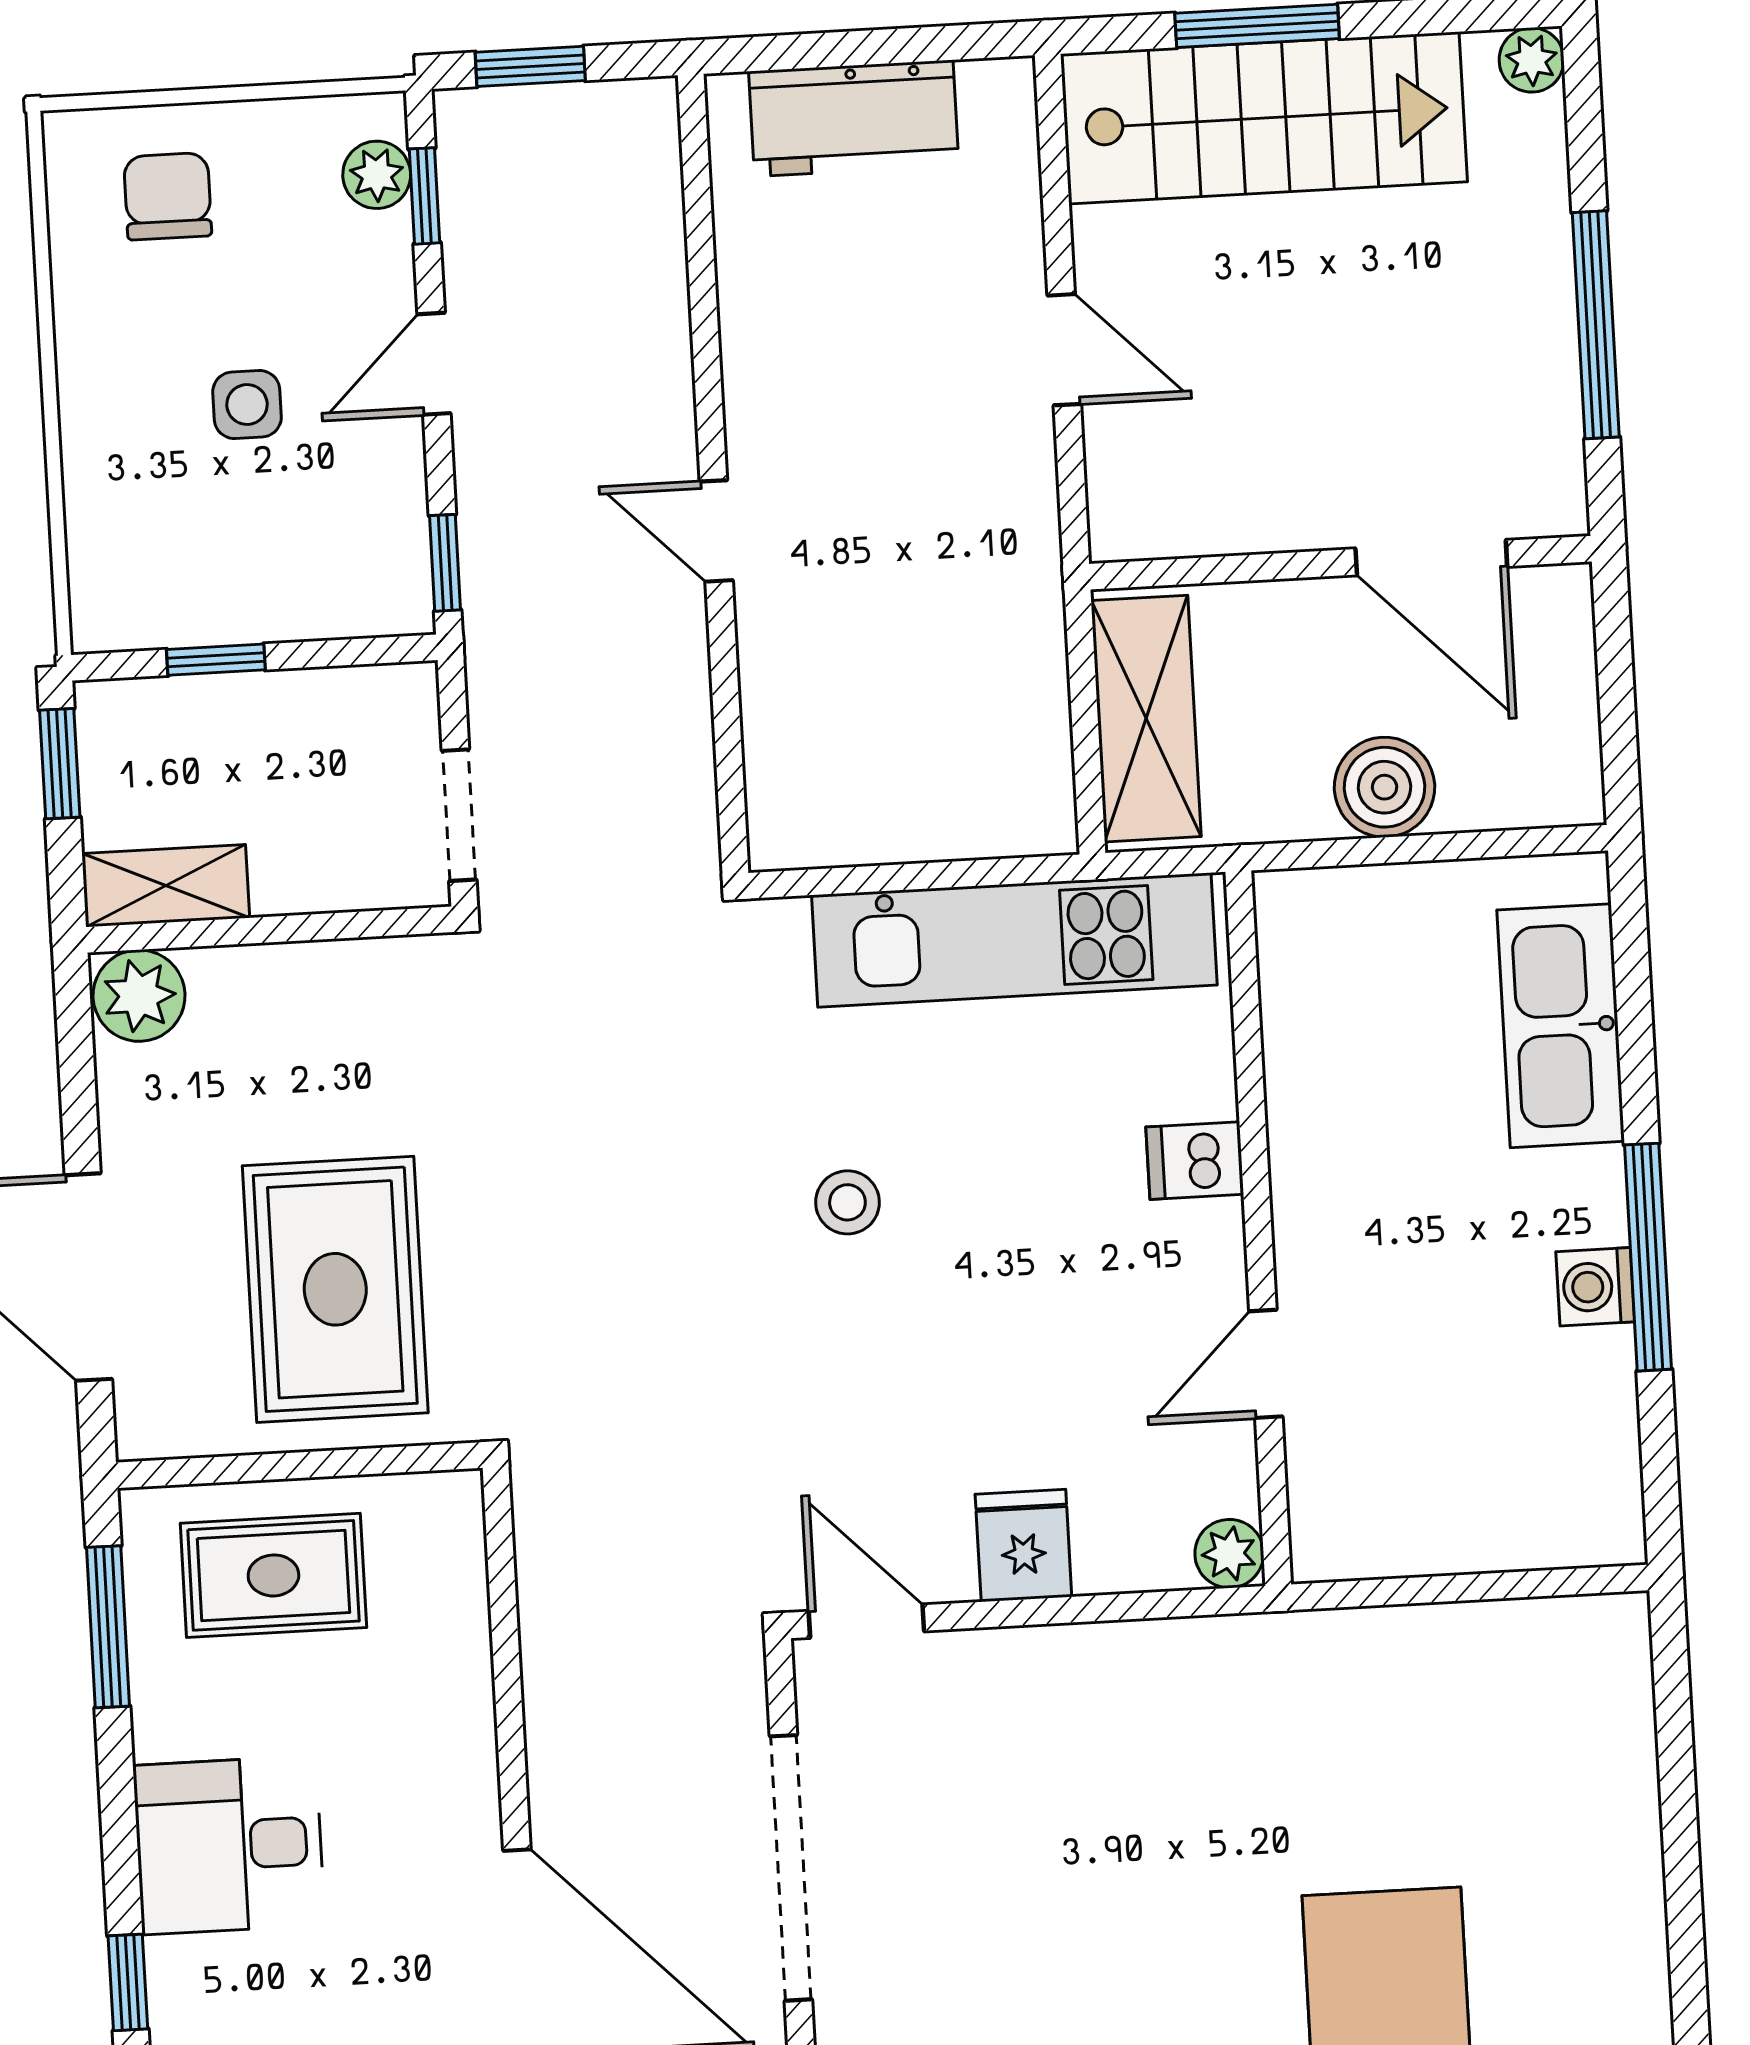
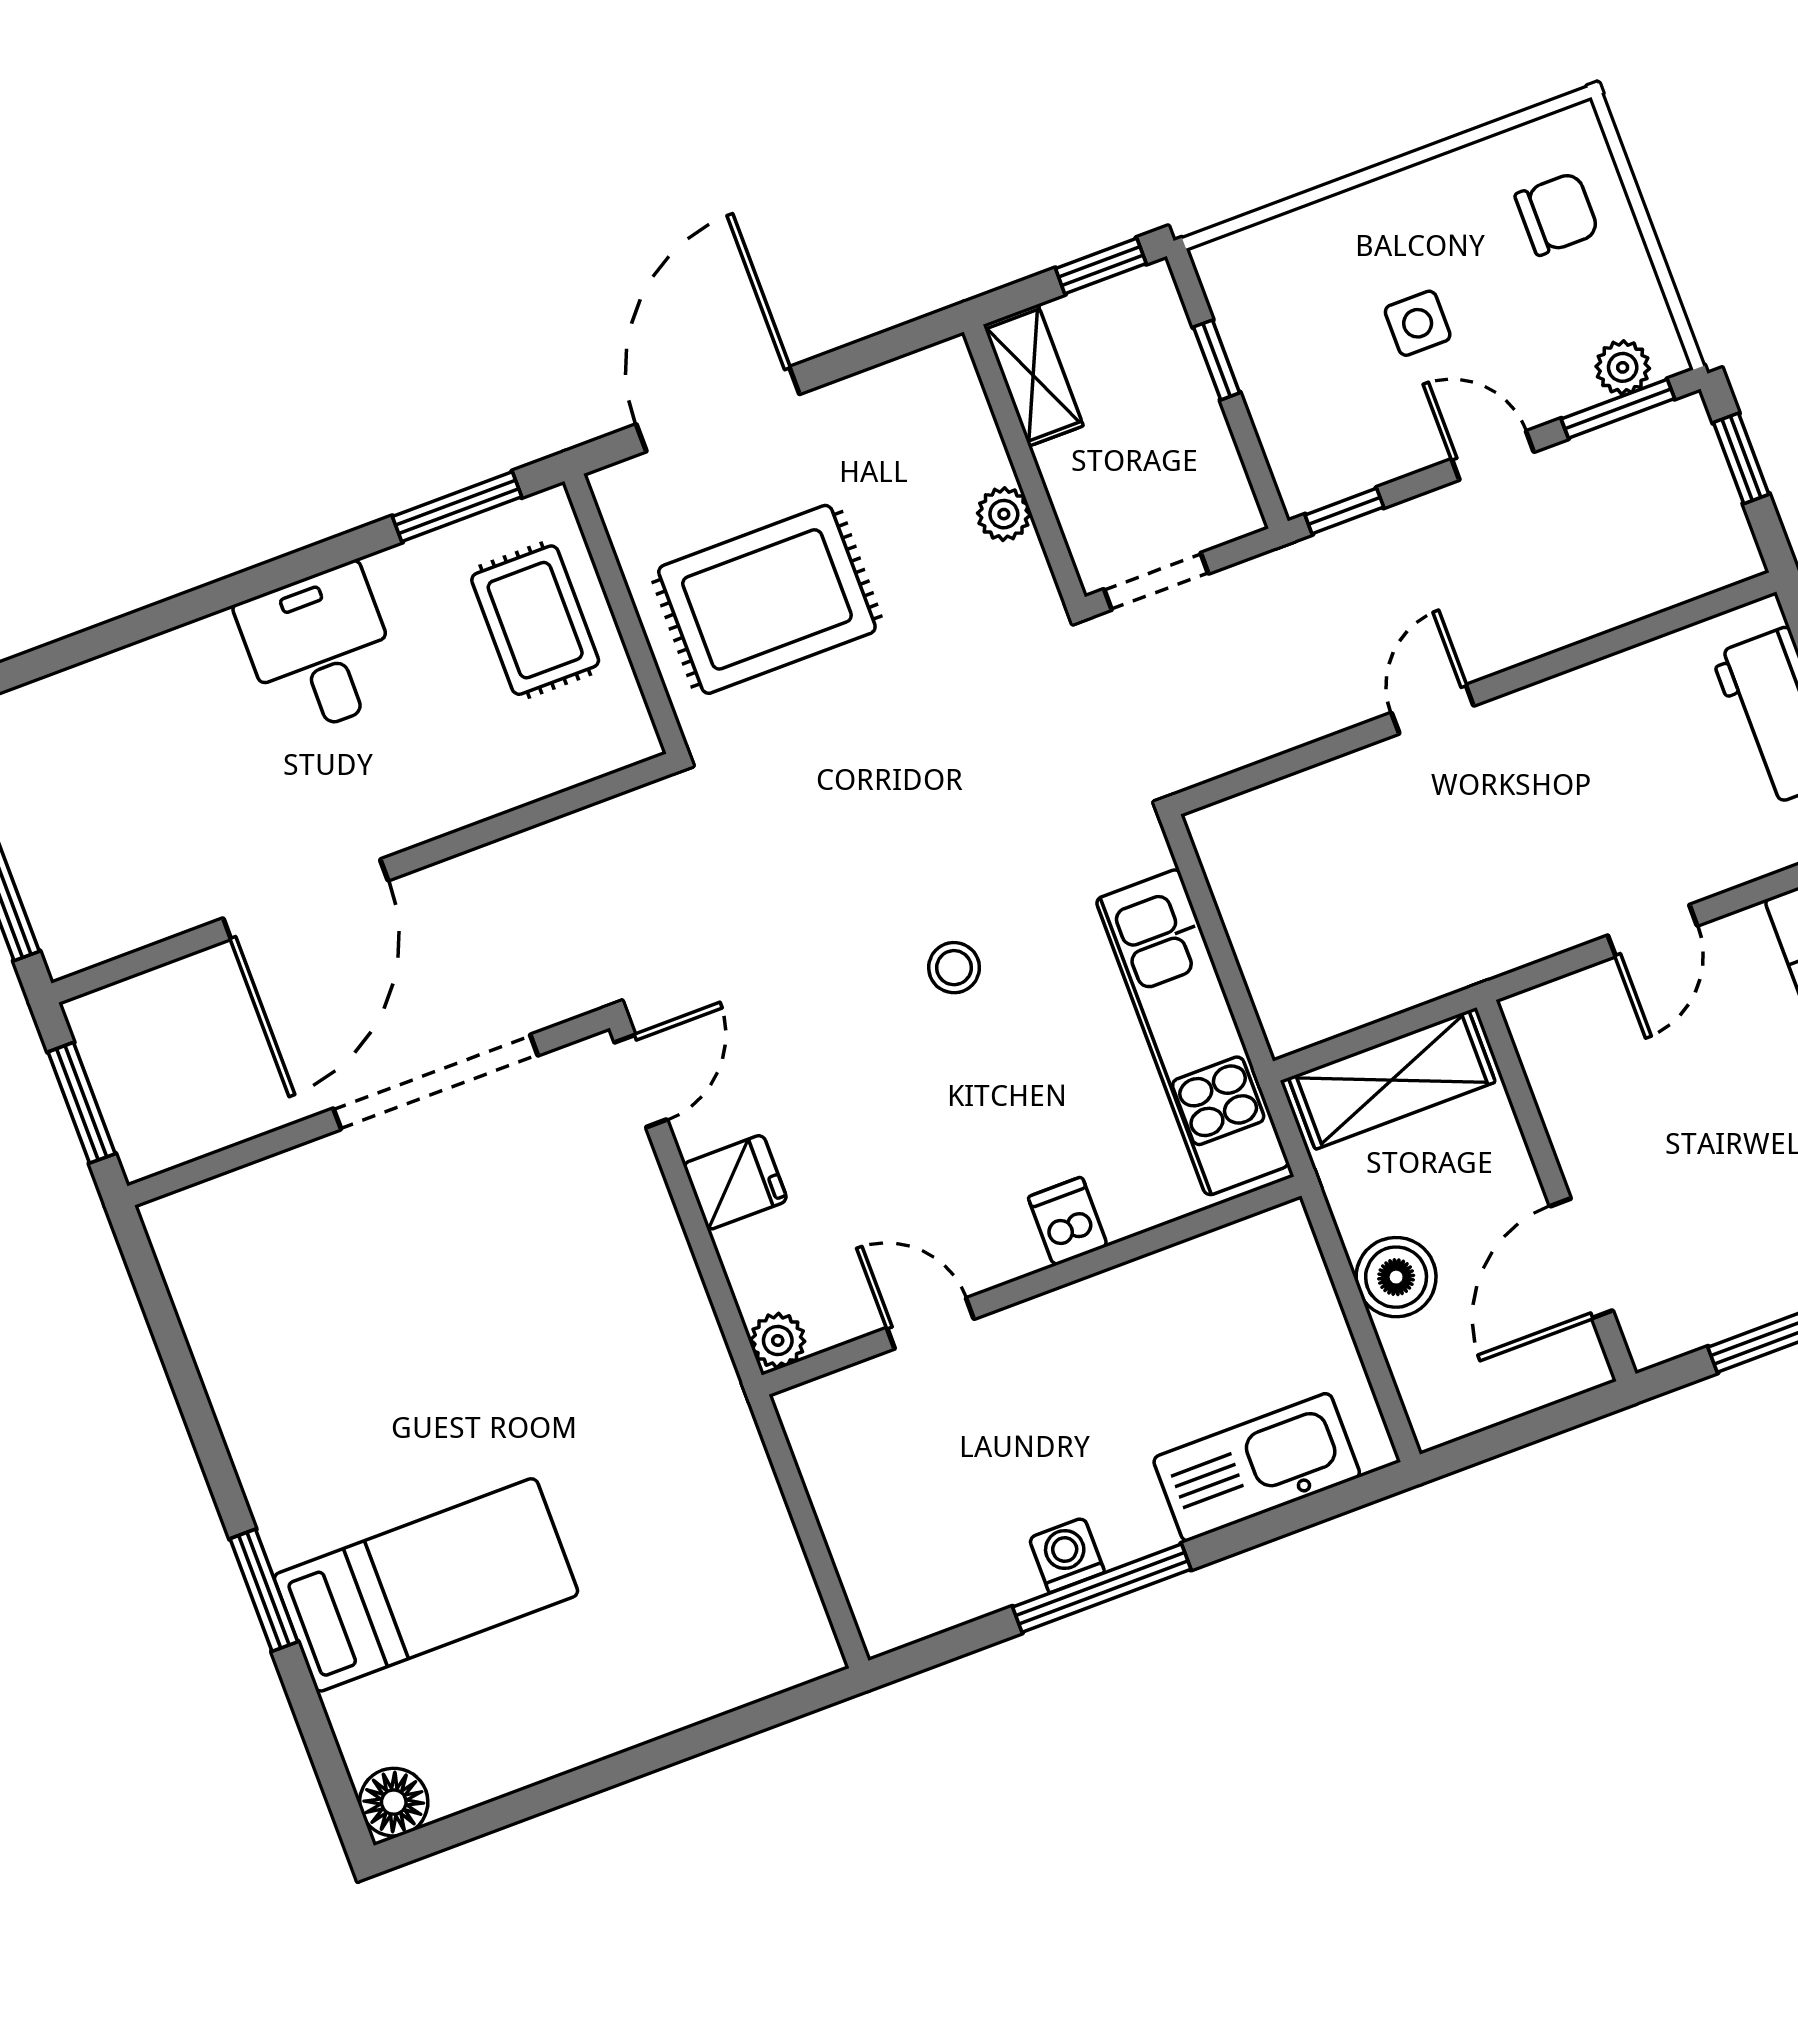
window: (425, 196) -> (1618, 409), width x1.50
plant: (139, 996) -> (1004, 514), moved, width x0.73, depth x0.73
window: (128, 1982) -> (192, 606), removed

